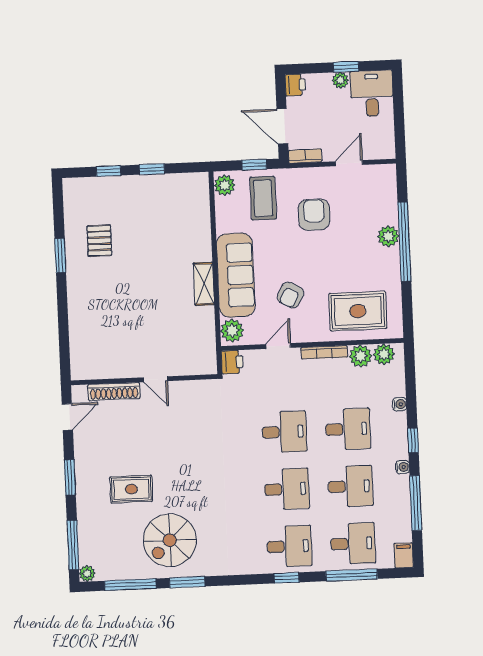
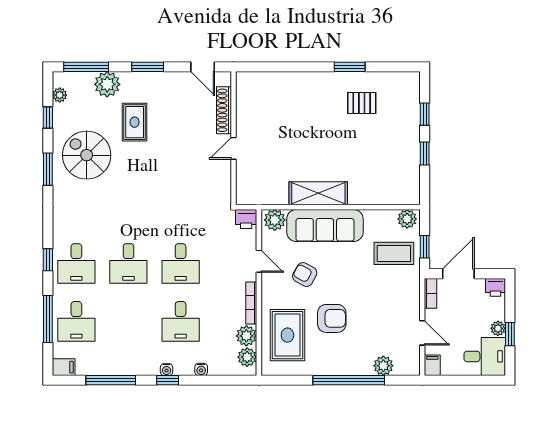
filing cabinet: (384, 151) -> (432, 365), added
armchair: (314, 215) -> (332, 318), moved
plant: (388, 236) -> (383, 366), moved
shelving: (204, 284) -> (318, 193), width x1.50, depth x1.33
water cooler: (403, 467) -> (167, 370), moved
desk: (350, 486) -> (128, 321), removed
plant: (91, 521) -> (107, 84), added
plant: (87, 573) -> (60, 95), moved
window: (130, 585) -> (48, 118), width x0.46

